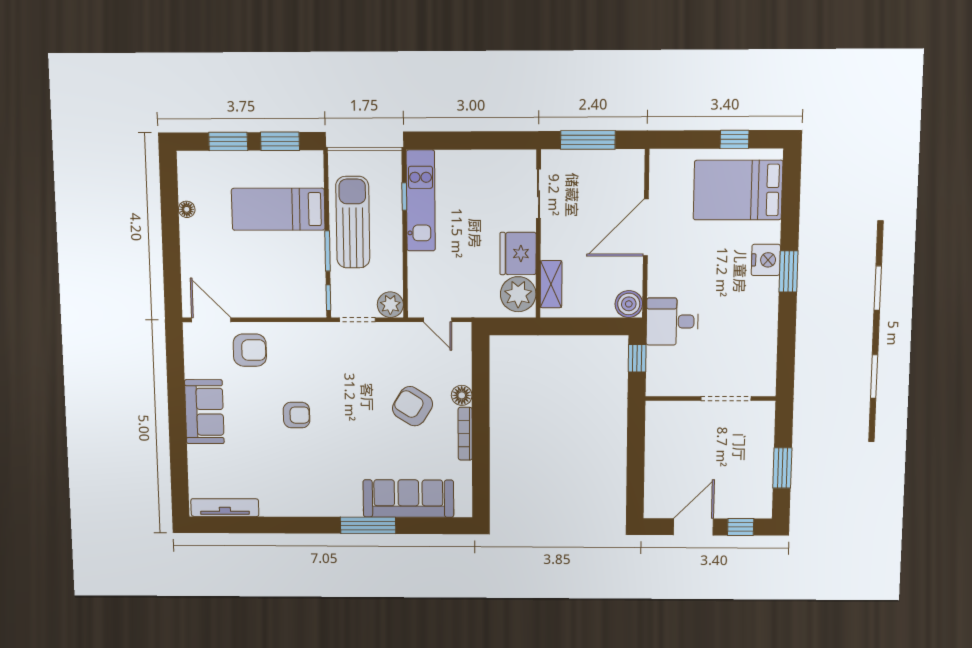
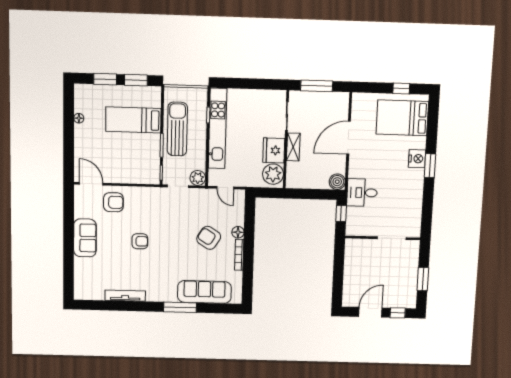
kitchen unit: (421, 201) -> (218, 128), width x1.36
shelving: (551, 284) -> (293, 147), moved
tv unit: (225, 508) -> (125, 296), moved

